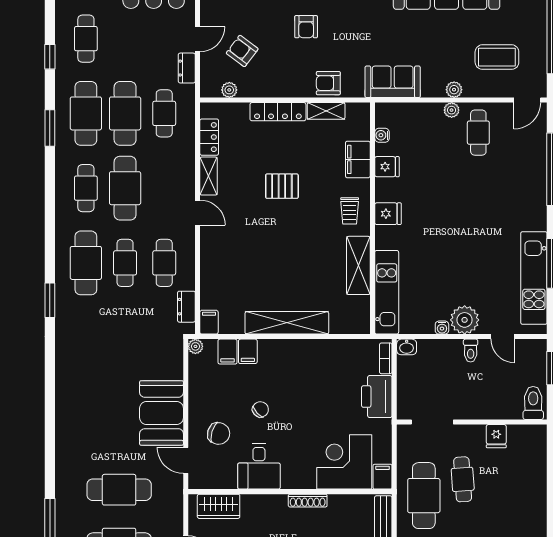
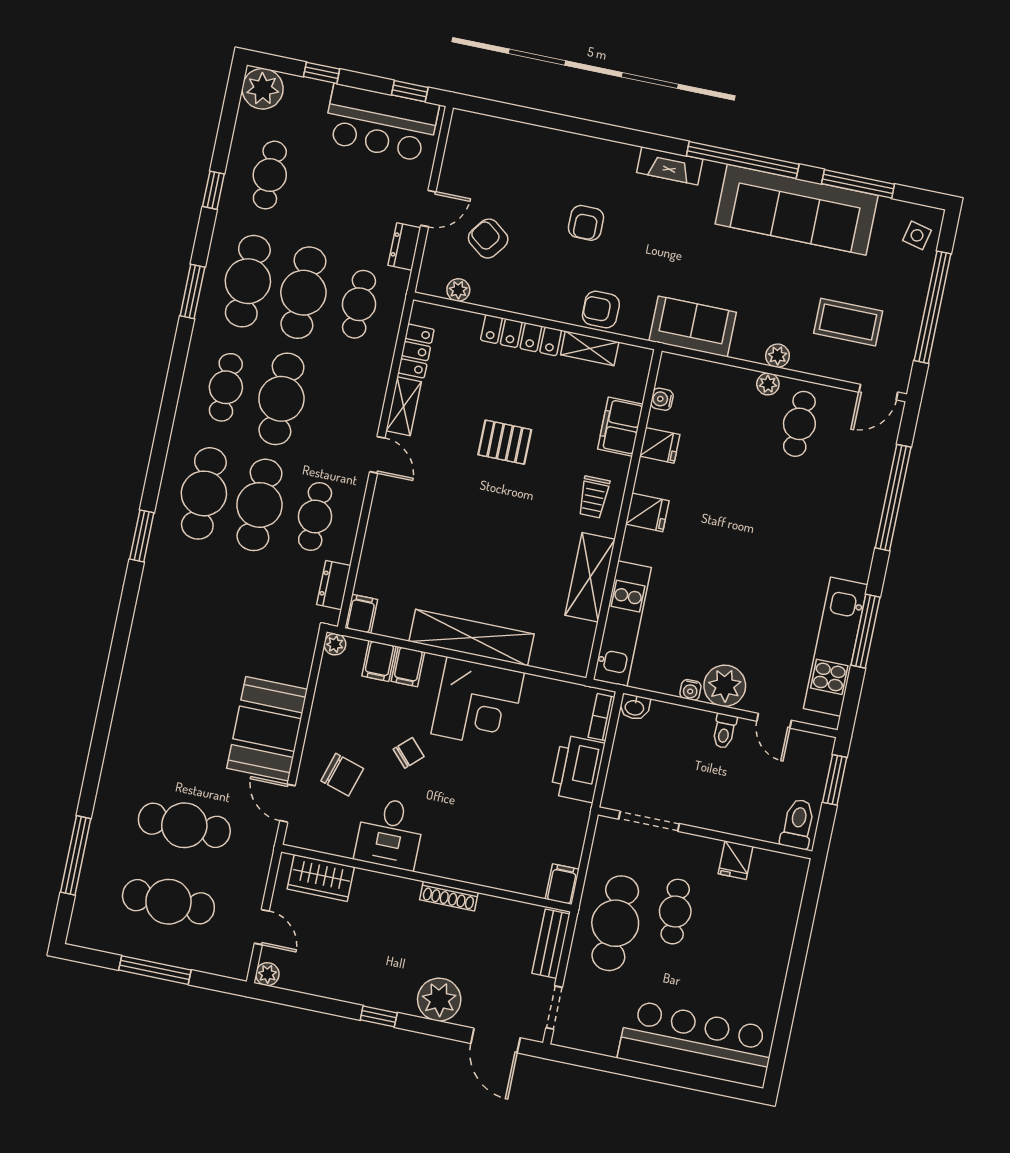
cafe table: (125, 263) -> (259, 505), width x1.37, depth x1.35
corner desk: (344, 462) -> (478, 703), moved, turned 180

